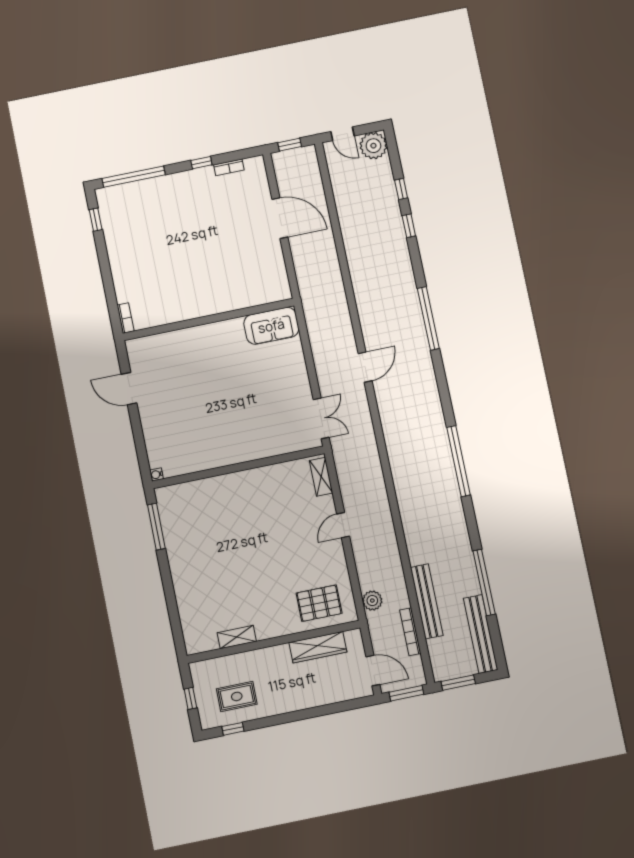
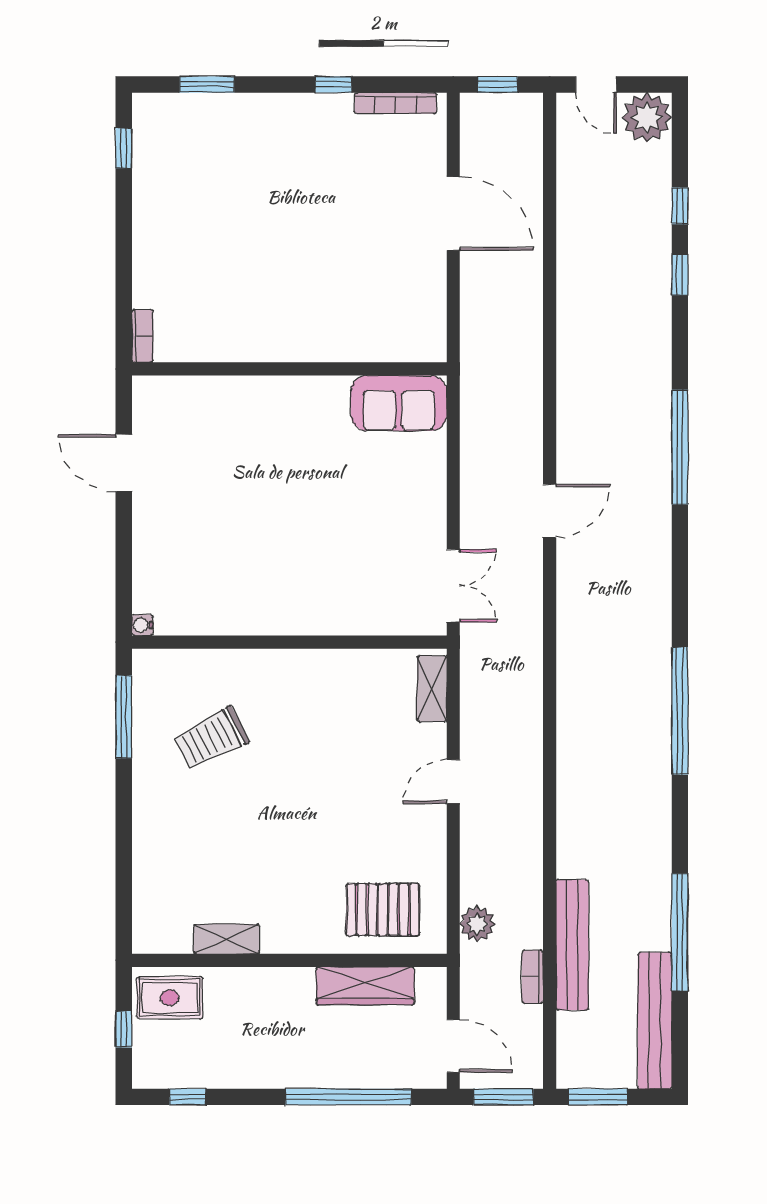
bookcase: (229, 167) -> (396, 103), width x1.56
window: (134, 177) -> (207, 84), width x0.47
trolley: (206, 528) -> (211, 738), added
bookcase: (410, 632) -> (533, 977), width x0.64
rug: (237, 696) -> (170, 998), moved
window: (321, 711) -> (348, 1097), added

